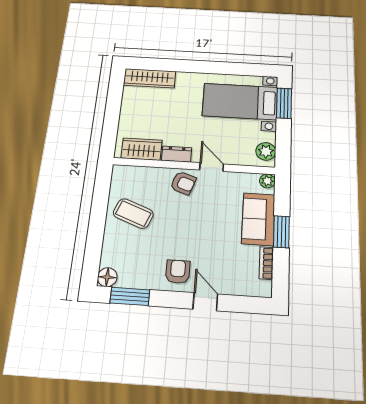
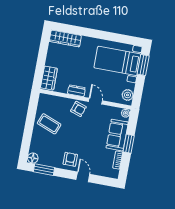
wardrobe: (142, 149) -> (49, 78), moved, turned 90

